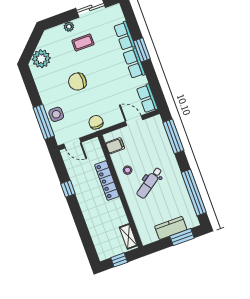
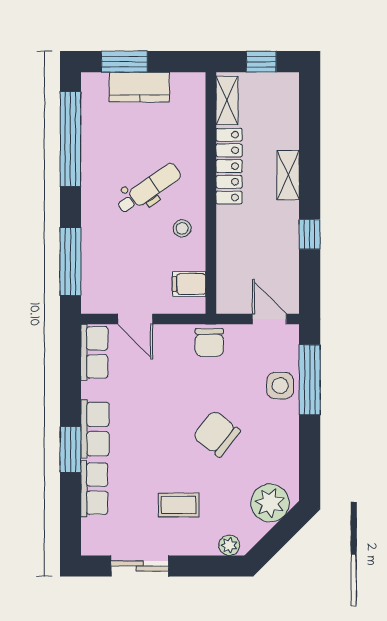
plant: (69, 27) -> (229, 545), moved
chair: (77, 82) -> (217, 434), turned -142
locker: (107, 181) -> (229, 166), moved
shelving: (88, 212) -> (288, 175), added

